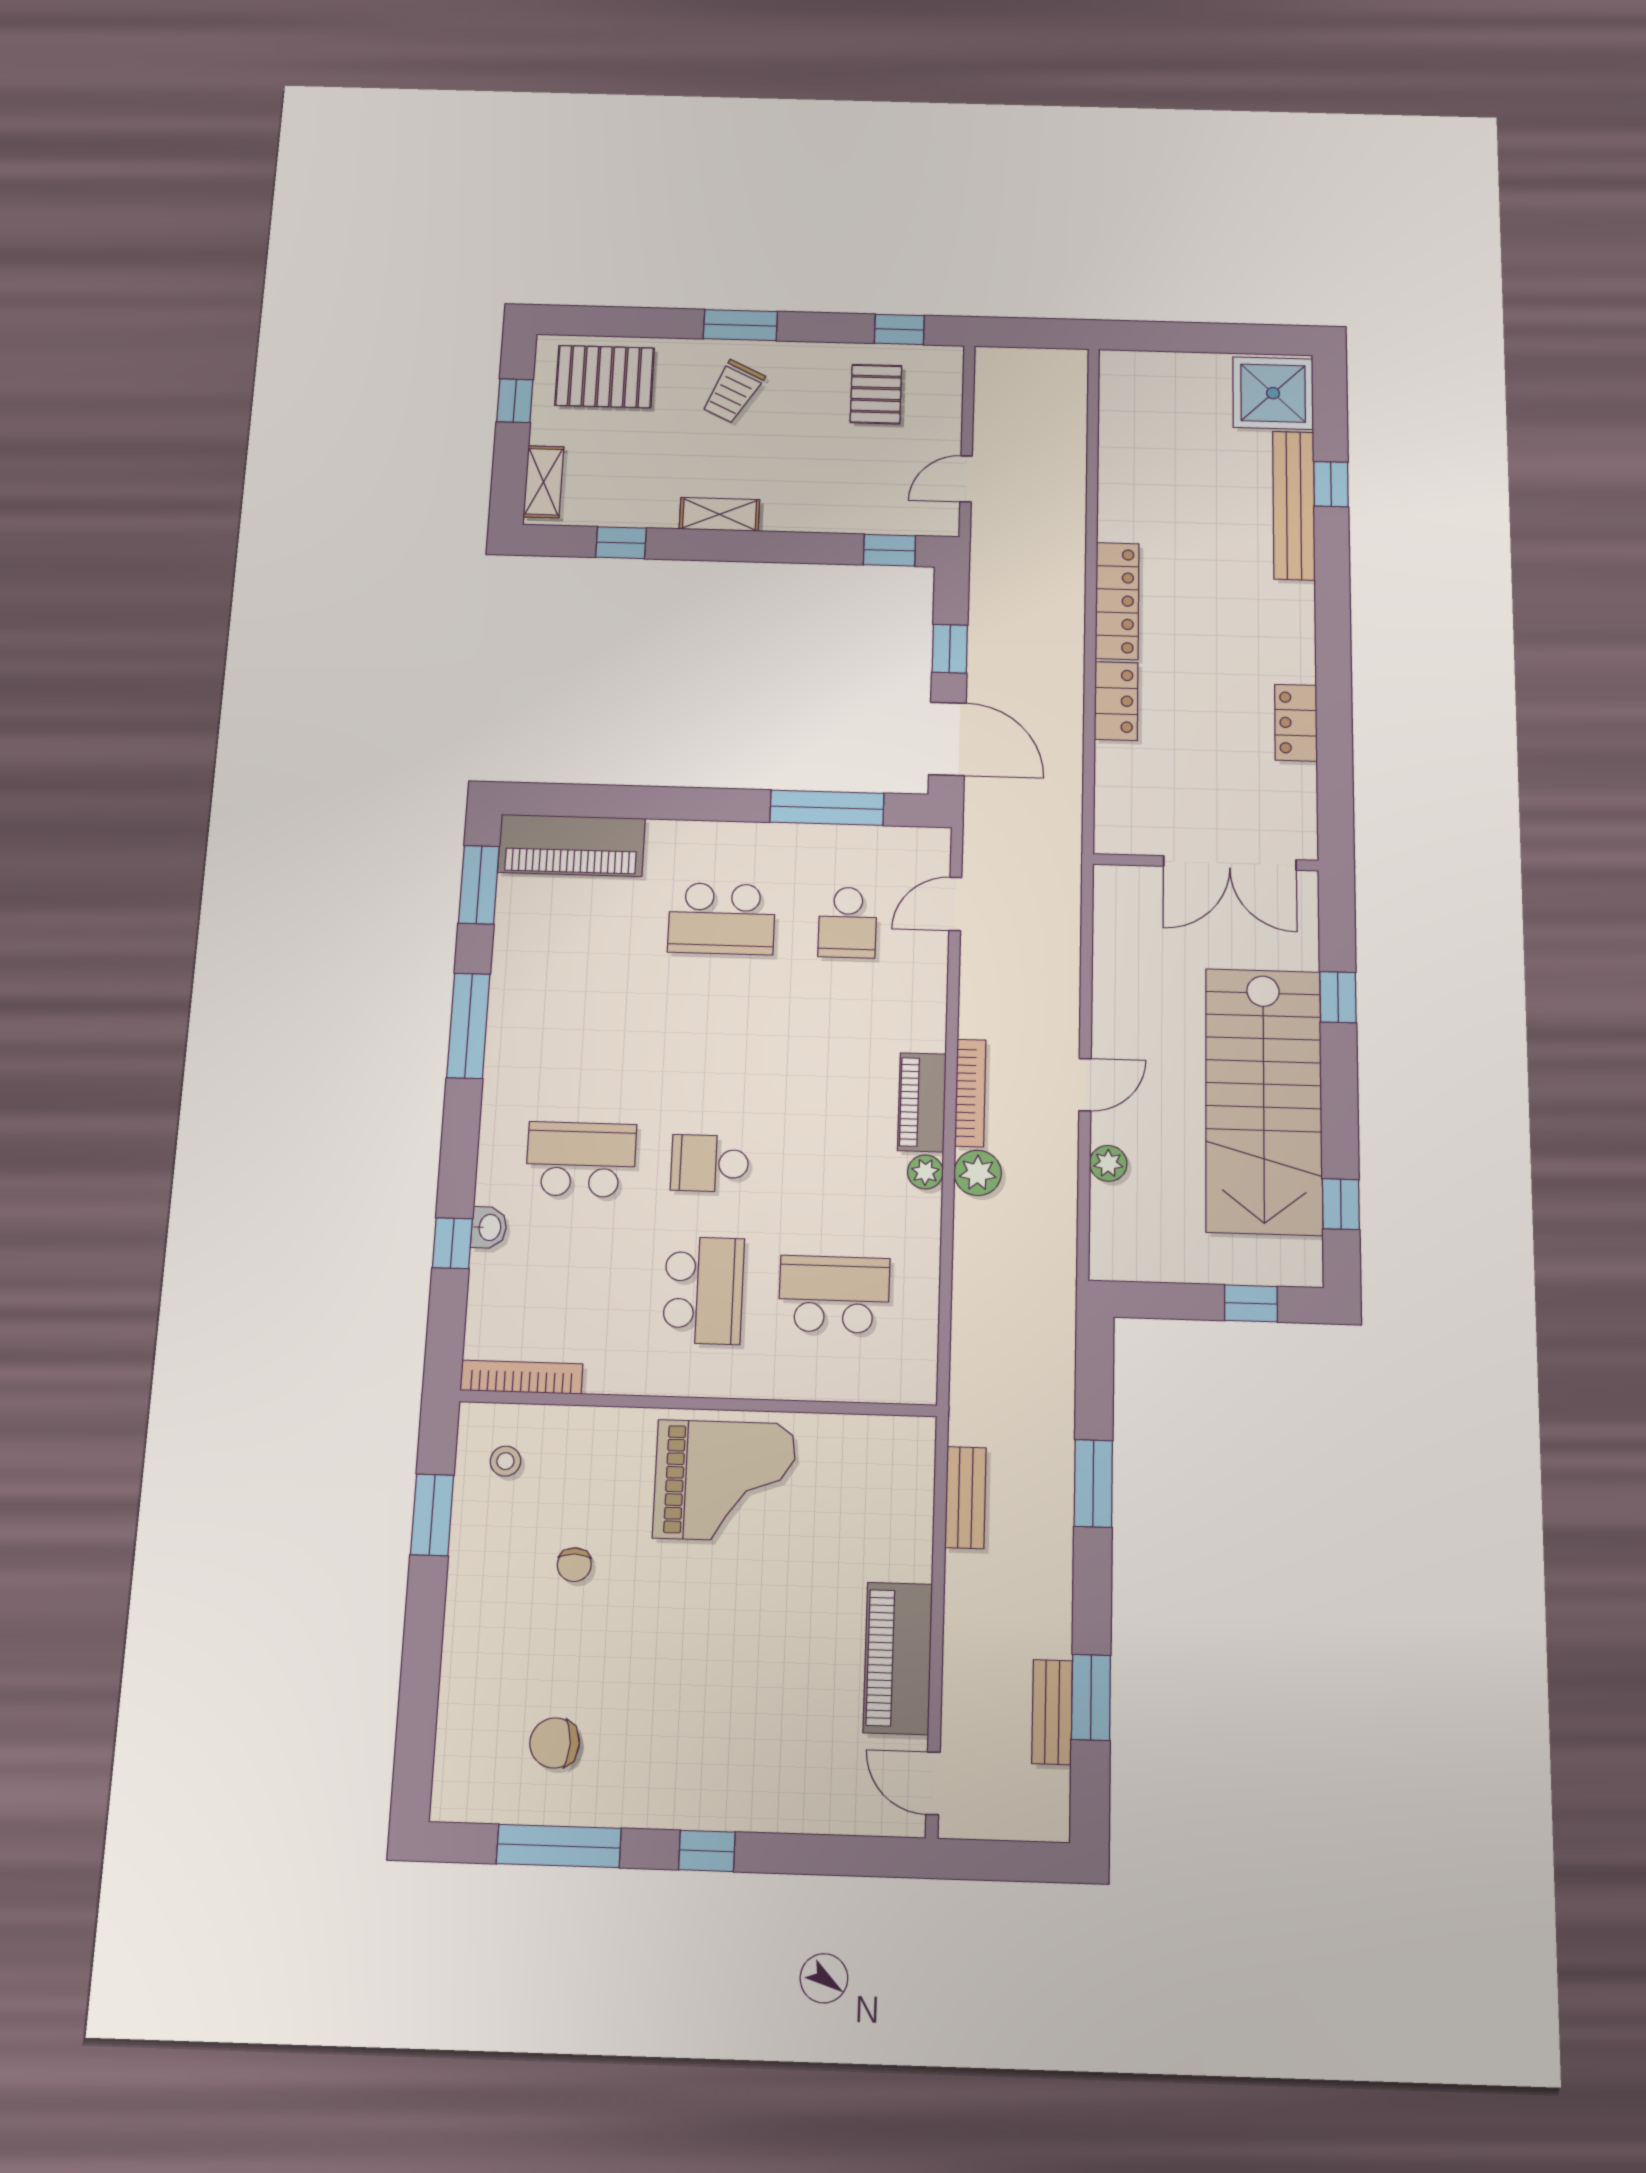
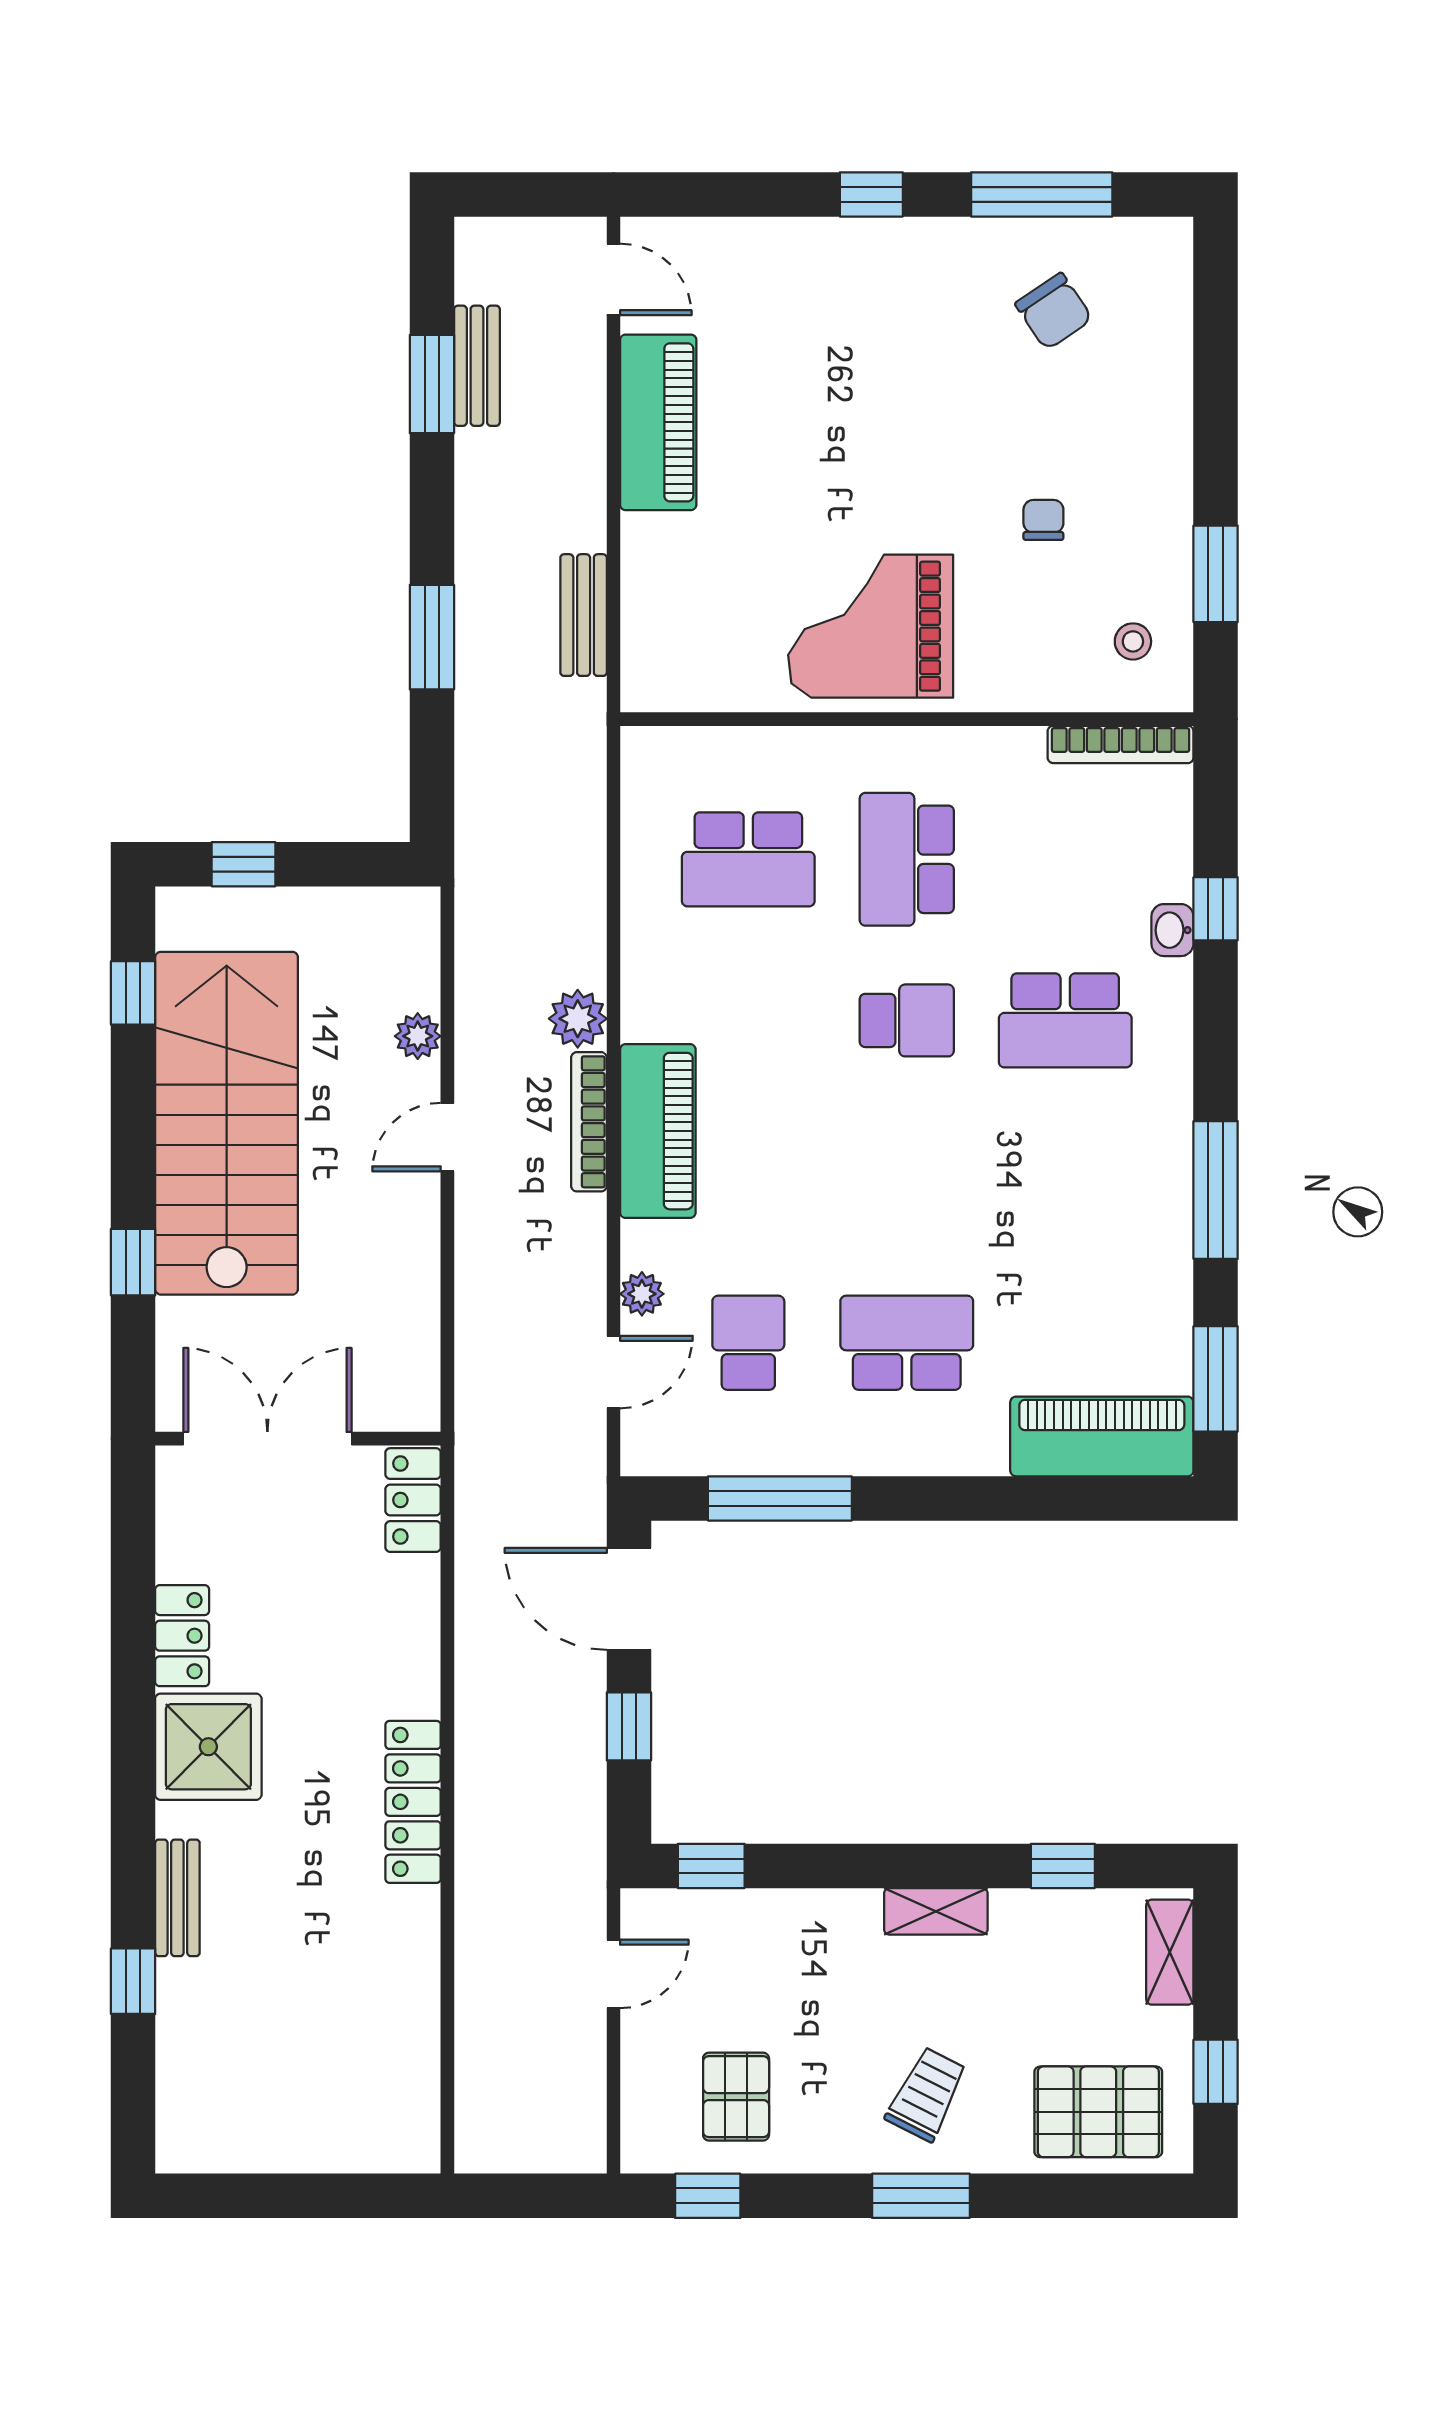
shower: (1273, 393) -> (208, 1747), moved
bench: (1294, 505) -> (177, 1898), width x0.54, depth x0.82
locker: (1116, 701) -> (413, 1500), moved
piano: (922, 1102) -> (658, 1131), width x1.37, depth x1.33
plant: (925, 1172) -> (642, 1294), moved
chair: (555, 1743) -> (1054, 311), turned 56

